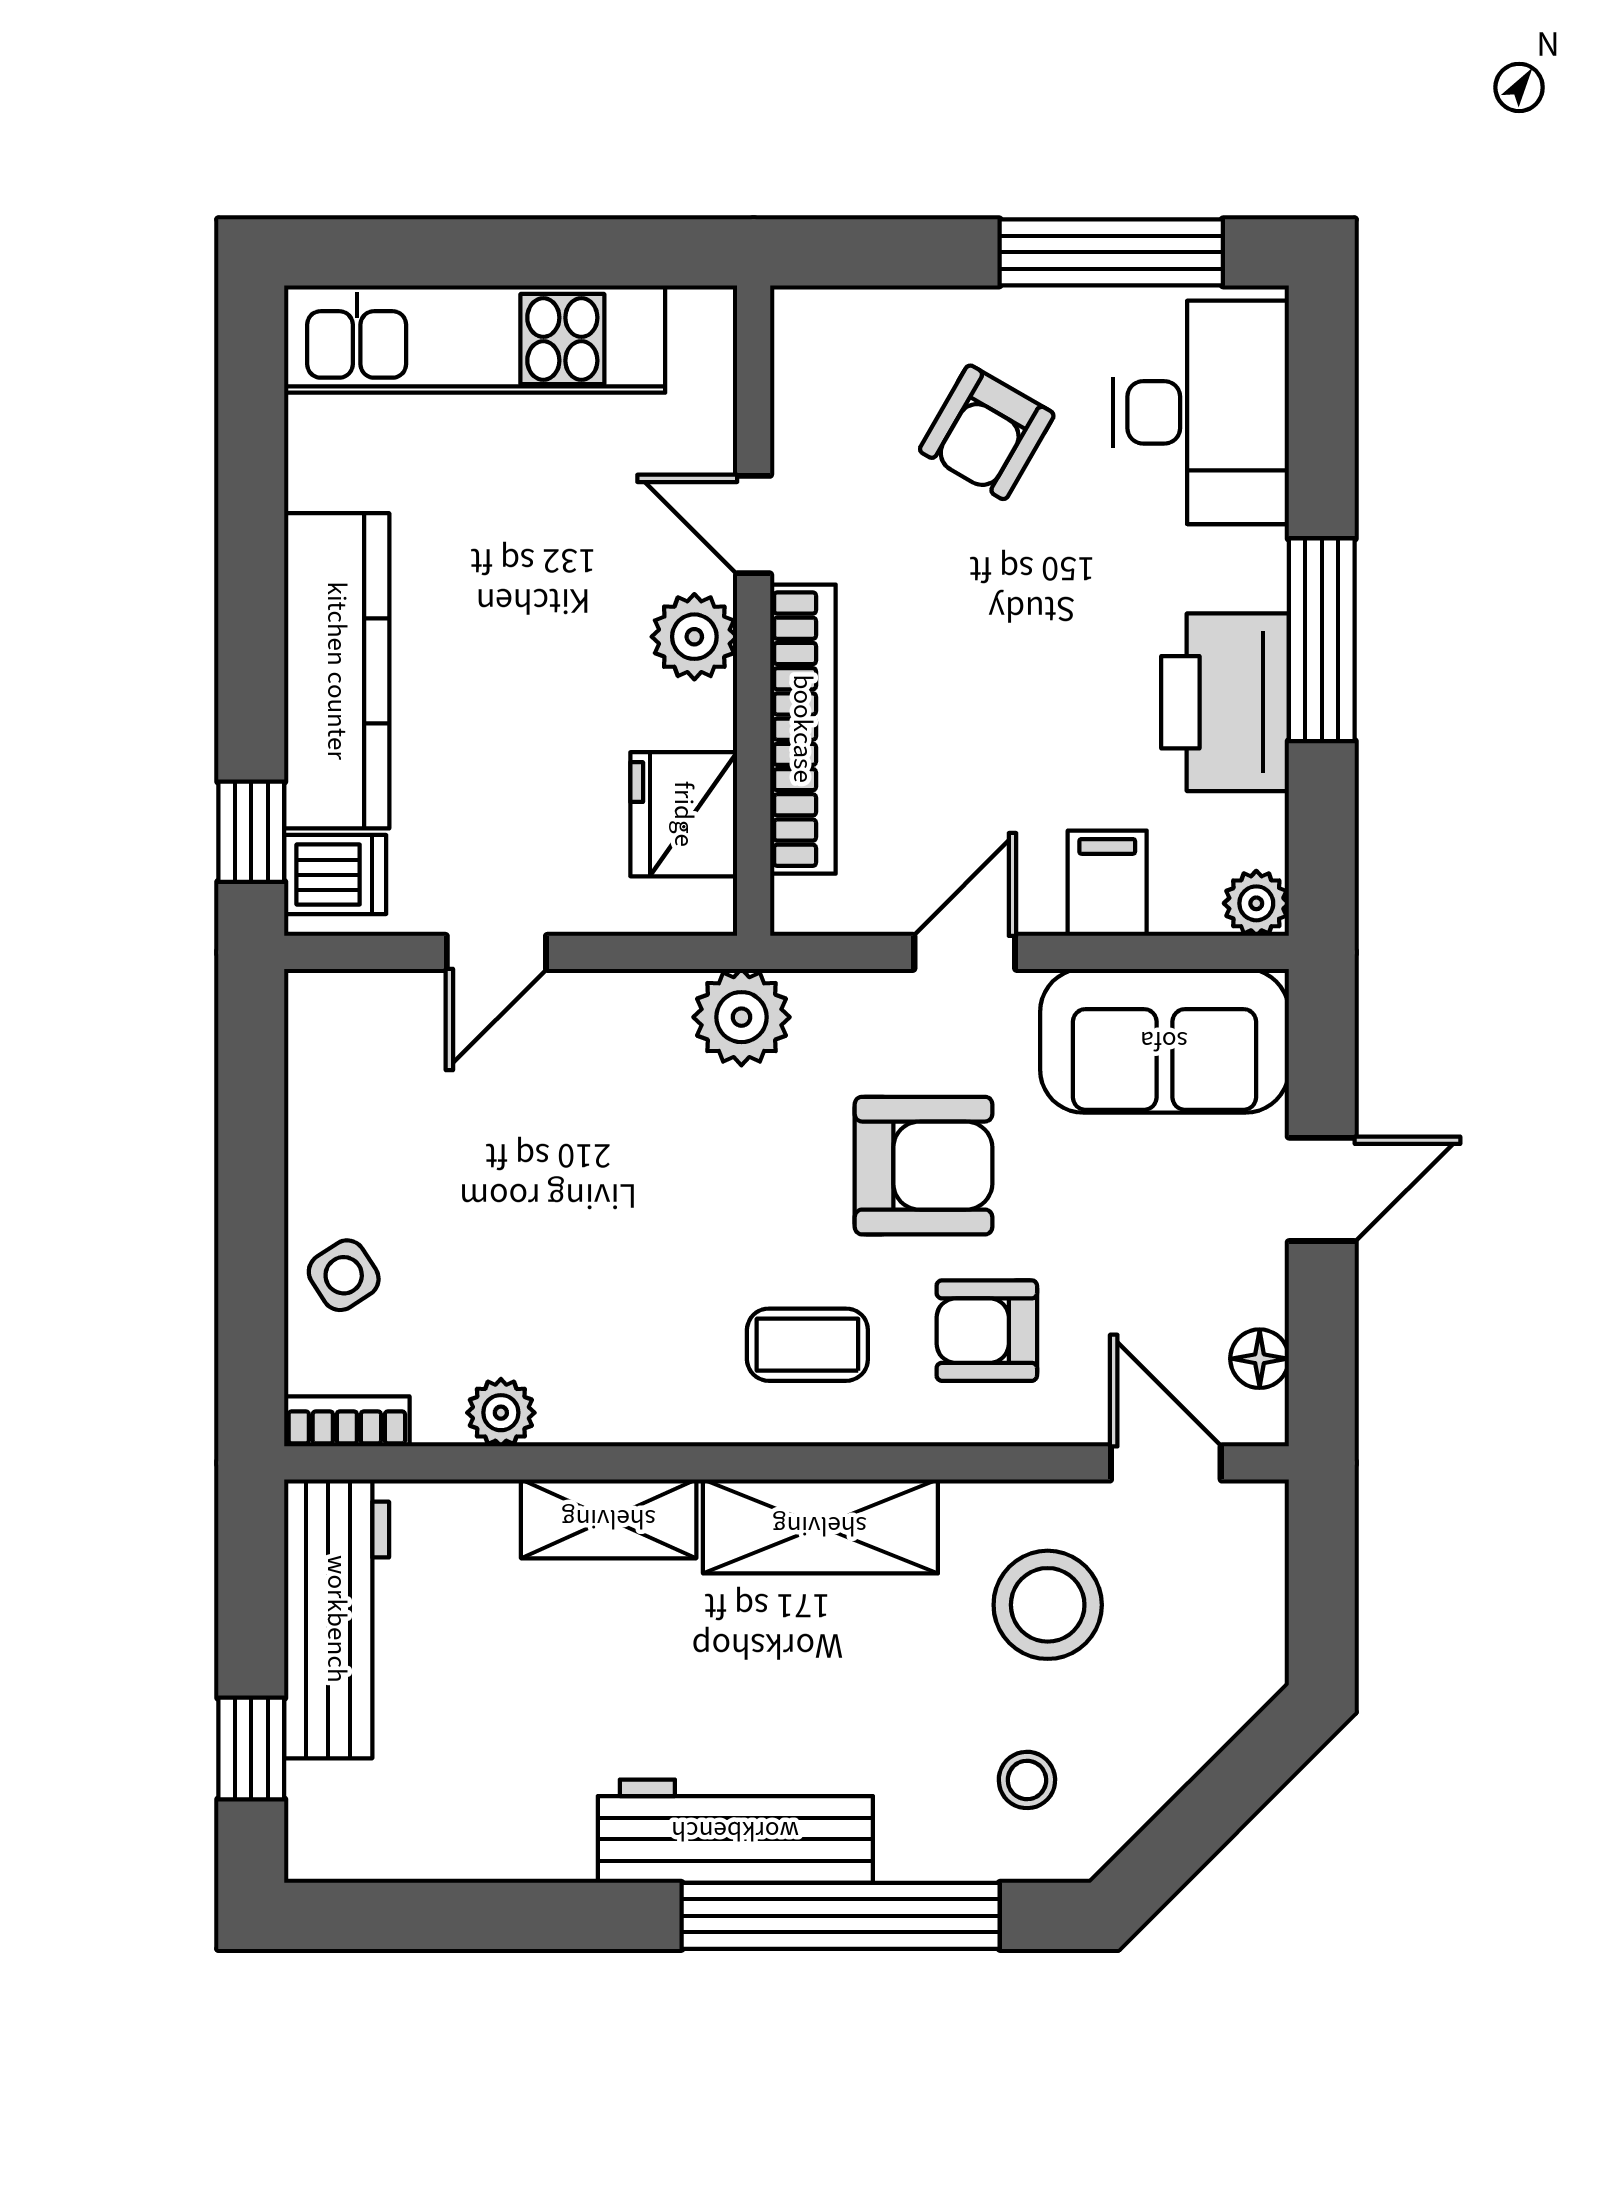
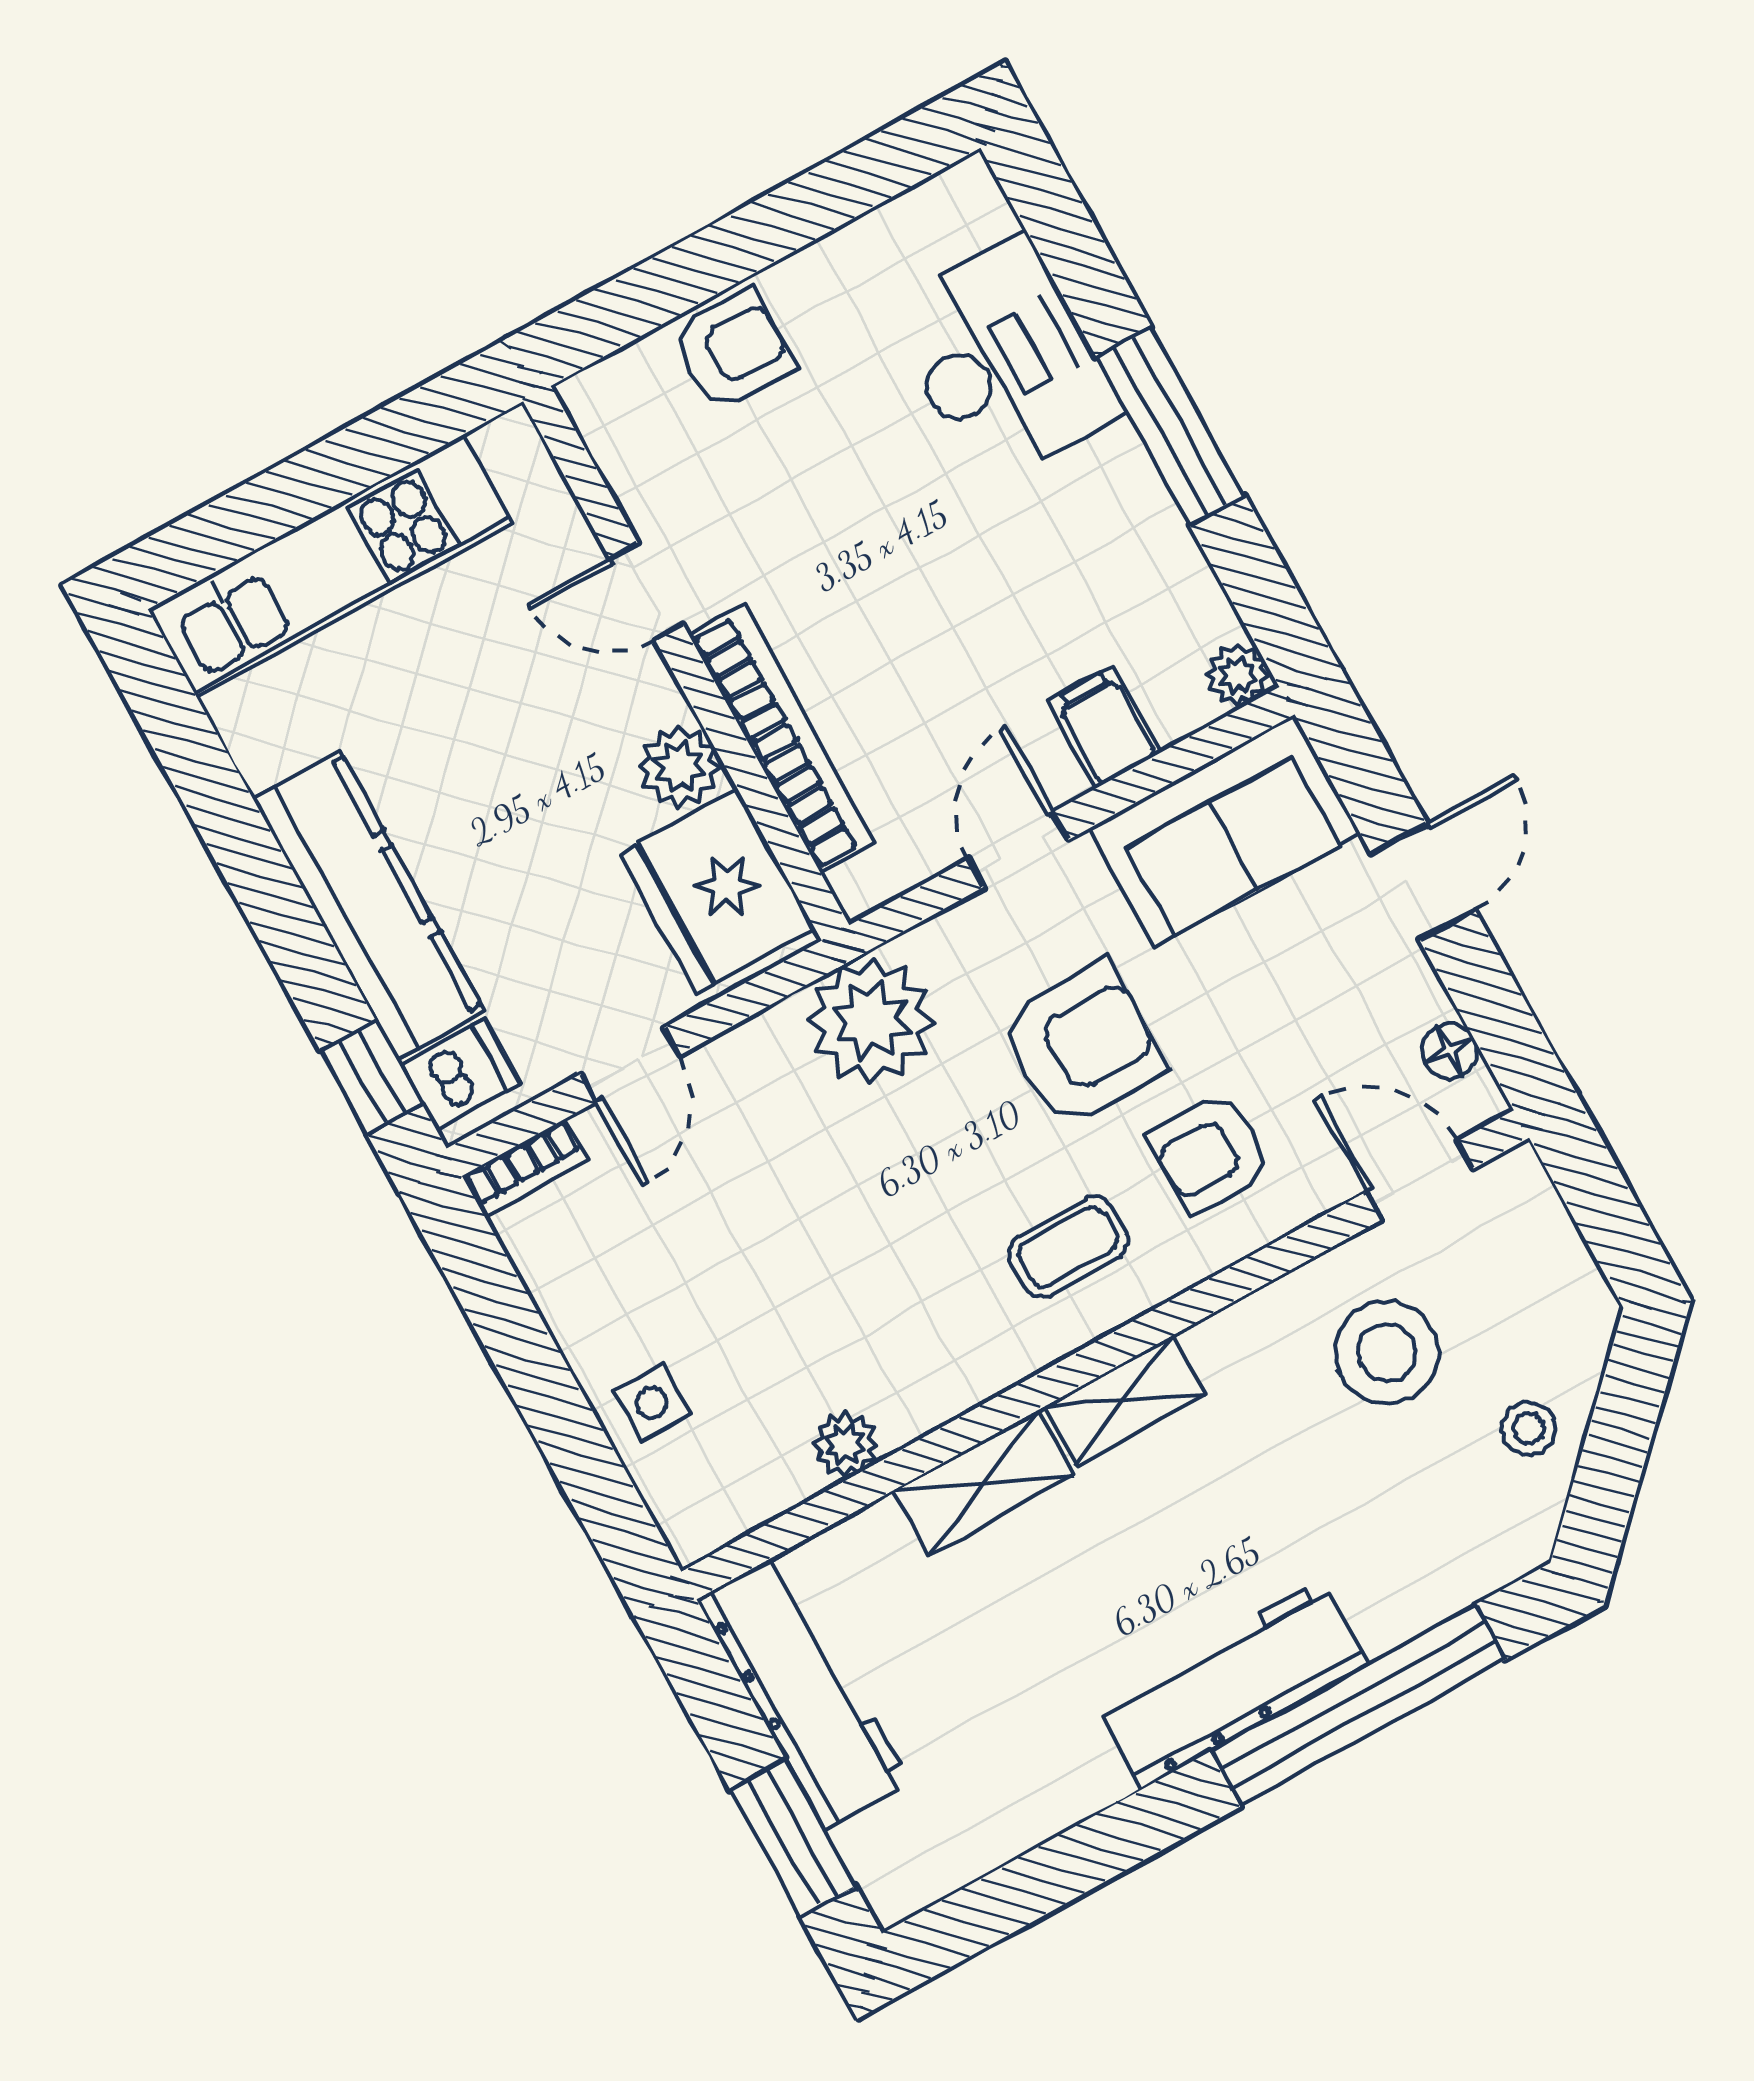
window: (1111, 252) -> (818, 202), removed
desk: (1201, 412) -> (1004, 362), moved
armchair: (987, 432) -> (733, 350), moved, turned -119
plant: (694, 637) -> (679, 767), moved
printer: (1225, 702) -> (1119, 523), removed
fridge: (684, 814) -> (717, 891), width x1.36, depth x1.34
plant: (741, 1017) -> (871, 1020), width x1.36, depth x1.36
side table: (344, 1275) -> (652, 1403), turned 33
bookcase: (347, 1421) -> (525, 1168), moved, turned 180
shelving: (820, 1526) -> (1125, 1400), width x0.67, depth x0.75
window: (251, 1749) -> (793, 1838), width x1.50
stool: (1027, 1780) -> (1529, 1428), moved

